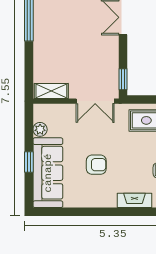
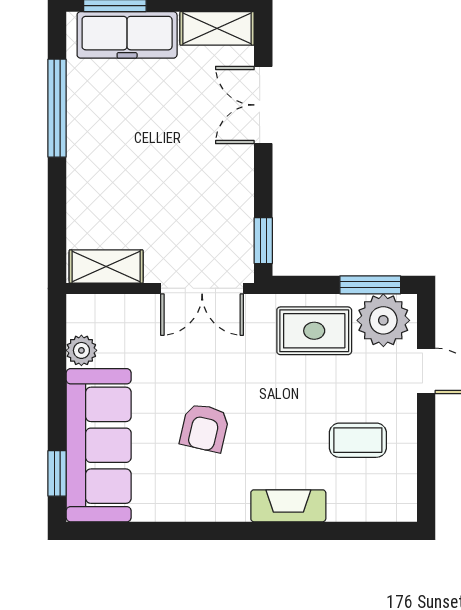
window: (29, 162) -> (57, 473), moved
armchair: (96, 165) -> (205, 428), turned 103

